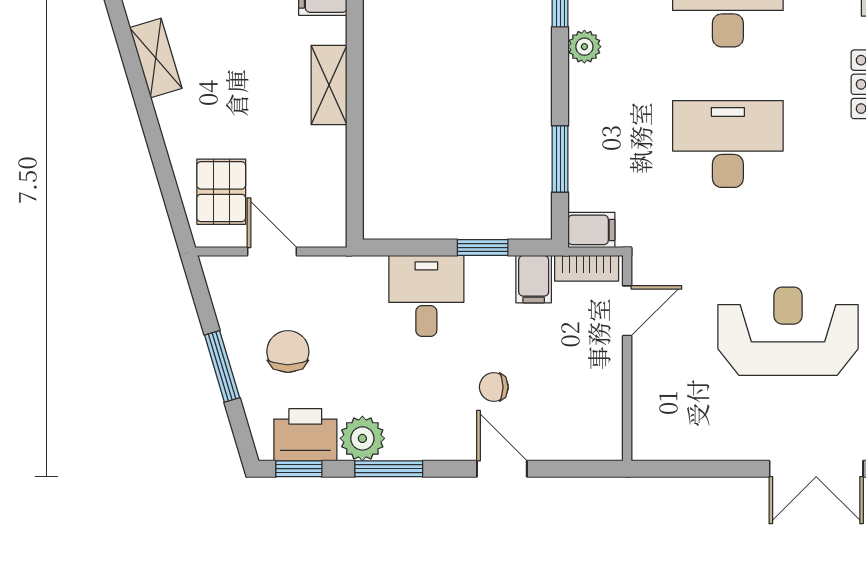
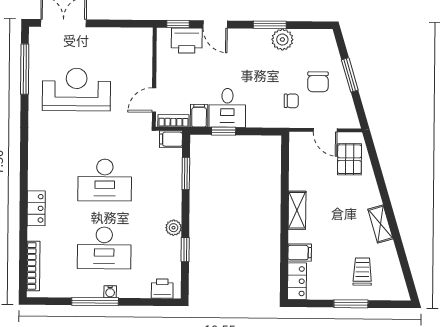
desk: (426, 296) -> (227, 108), moved
reception desk: (788, 331) -> (77, 89), turned 180
chair: (494, 387) -> (291, 101), moved
printer: (305, 435) -> (187, 41), moved
window: (299, 469) -> (178, 24), moved

